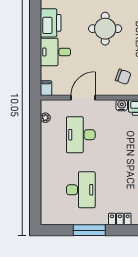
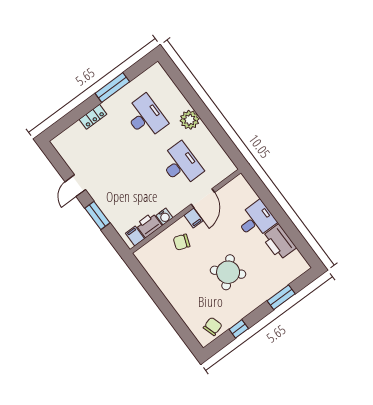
round table: (105, 29) -> (228, 272), turned 45
filing cabinet: (46, 88) -> (193, 218), moved
plant: (45, 118) -> (190, 120), moved, width x1.88, depth x1.88
desk: (81, 190) -> (146, 117), turned 180

